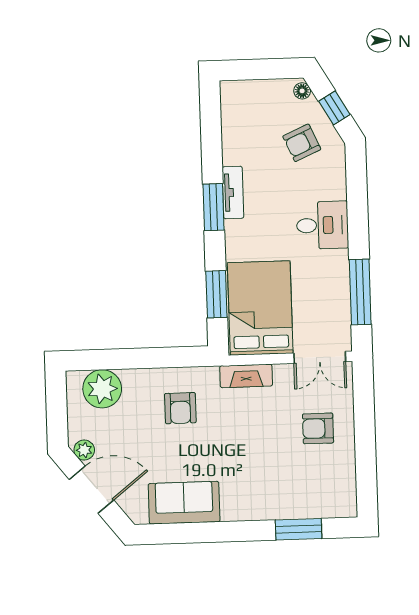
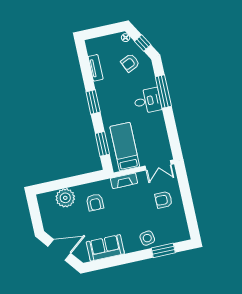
tv unit: (233, 192) -> (96, 68), moved
window: (360, 292) -> (163, 91), moved
bed: (260, 308) -> (125, 147), width x0.67
plant: (102, 389) -> (65, 198), moved
plant: (84, 450) -> (52, 231), removed
side table: (271, 499) -> (147, 238), added

